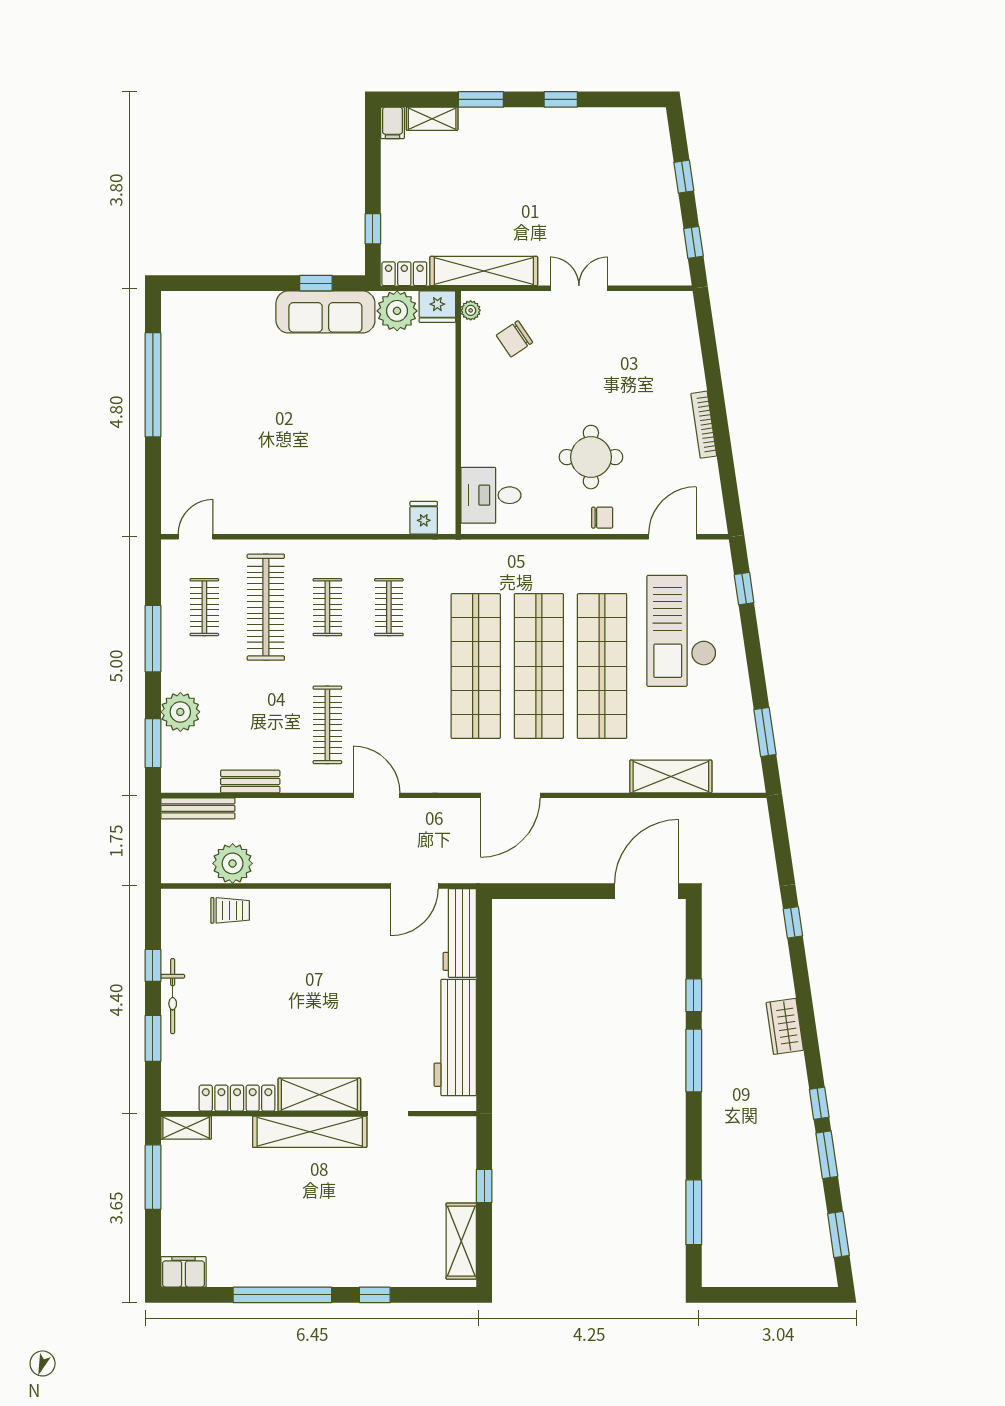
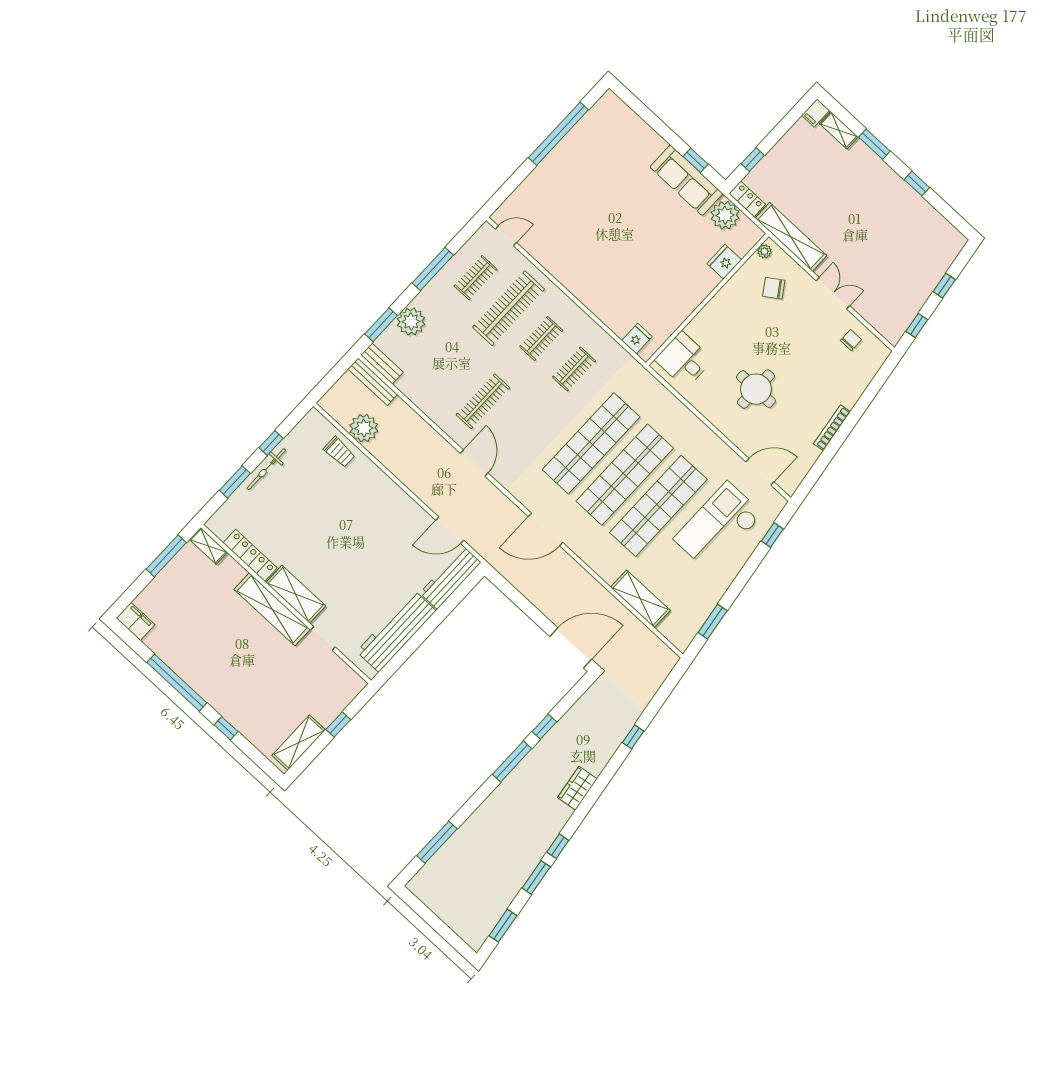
fridge: (437, 307) -> (724, 262), moved, turned 90
chair: (602, 518) -> (851, 340), moved, turned -90
bench: (250, 782) -> (382, 364), moved

